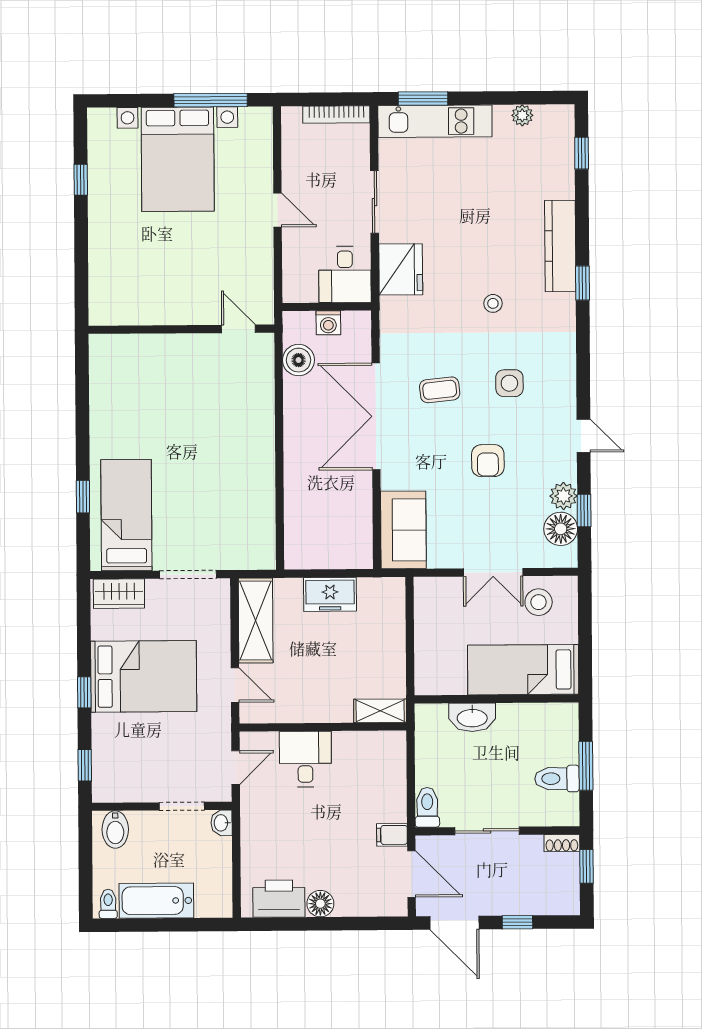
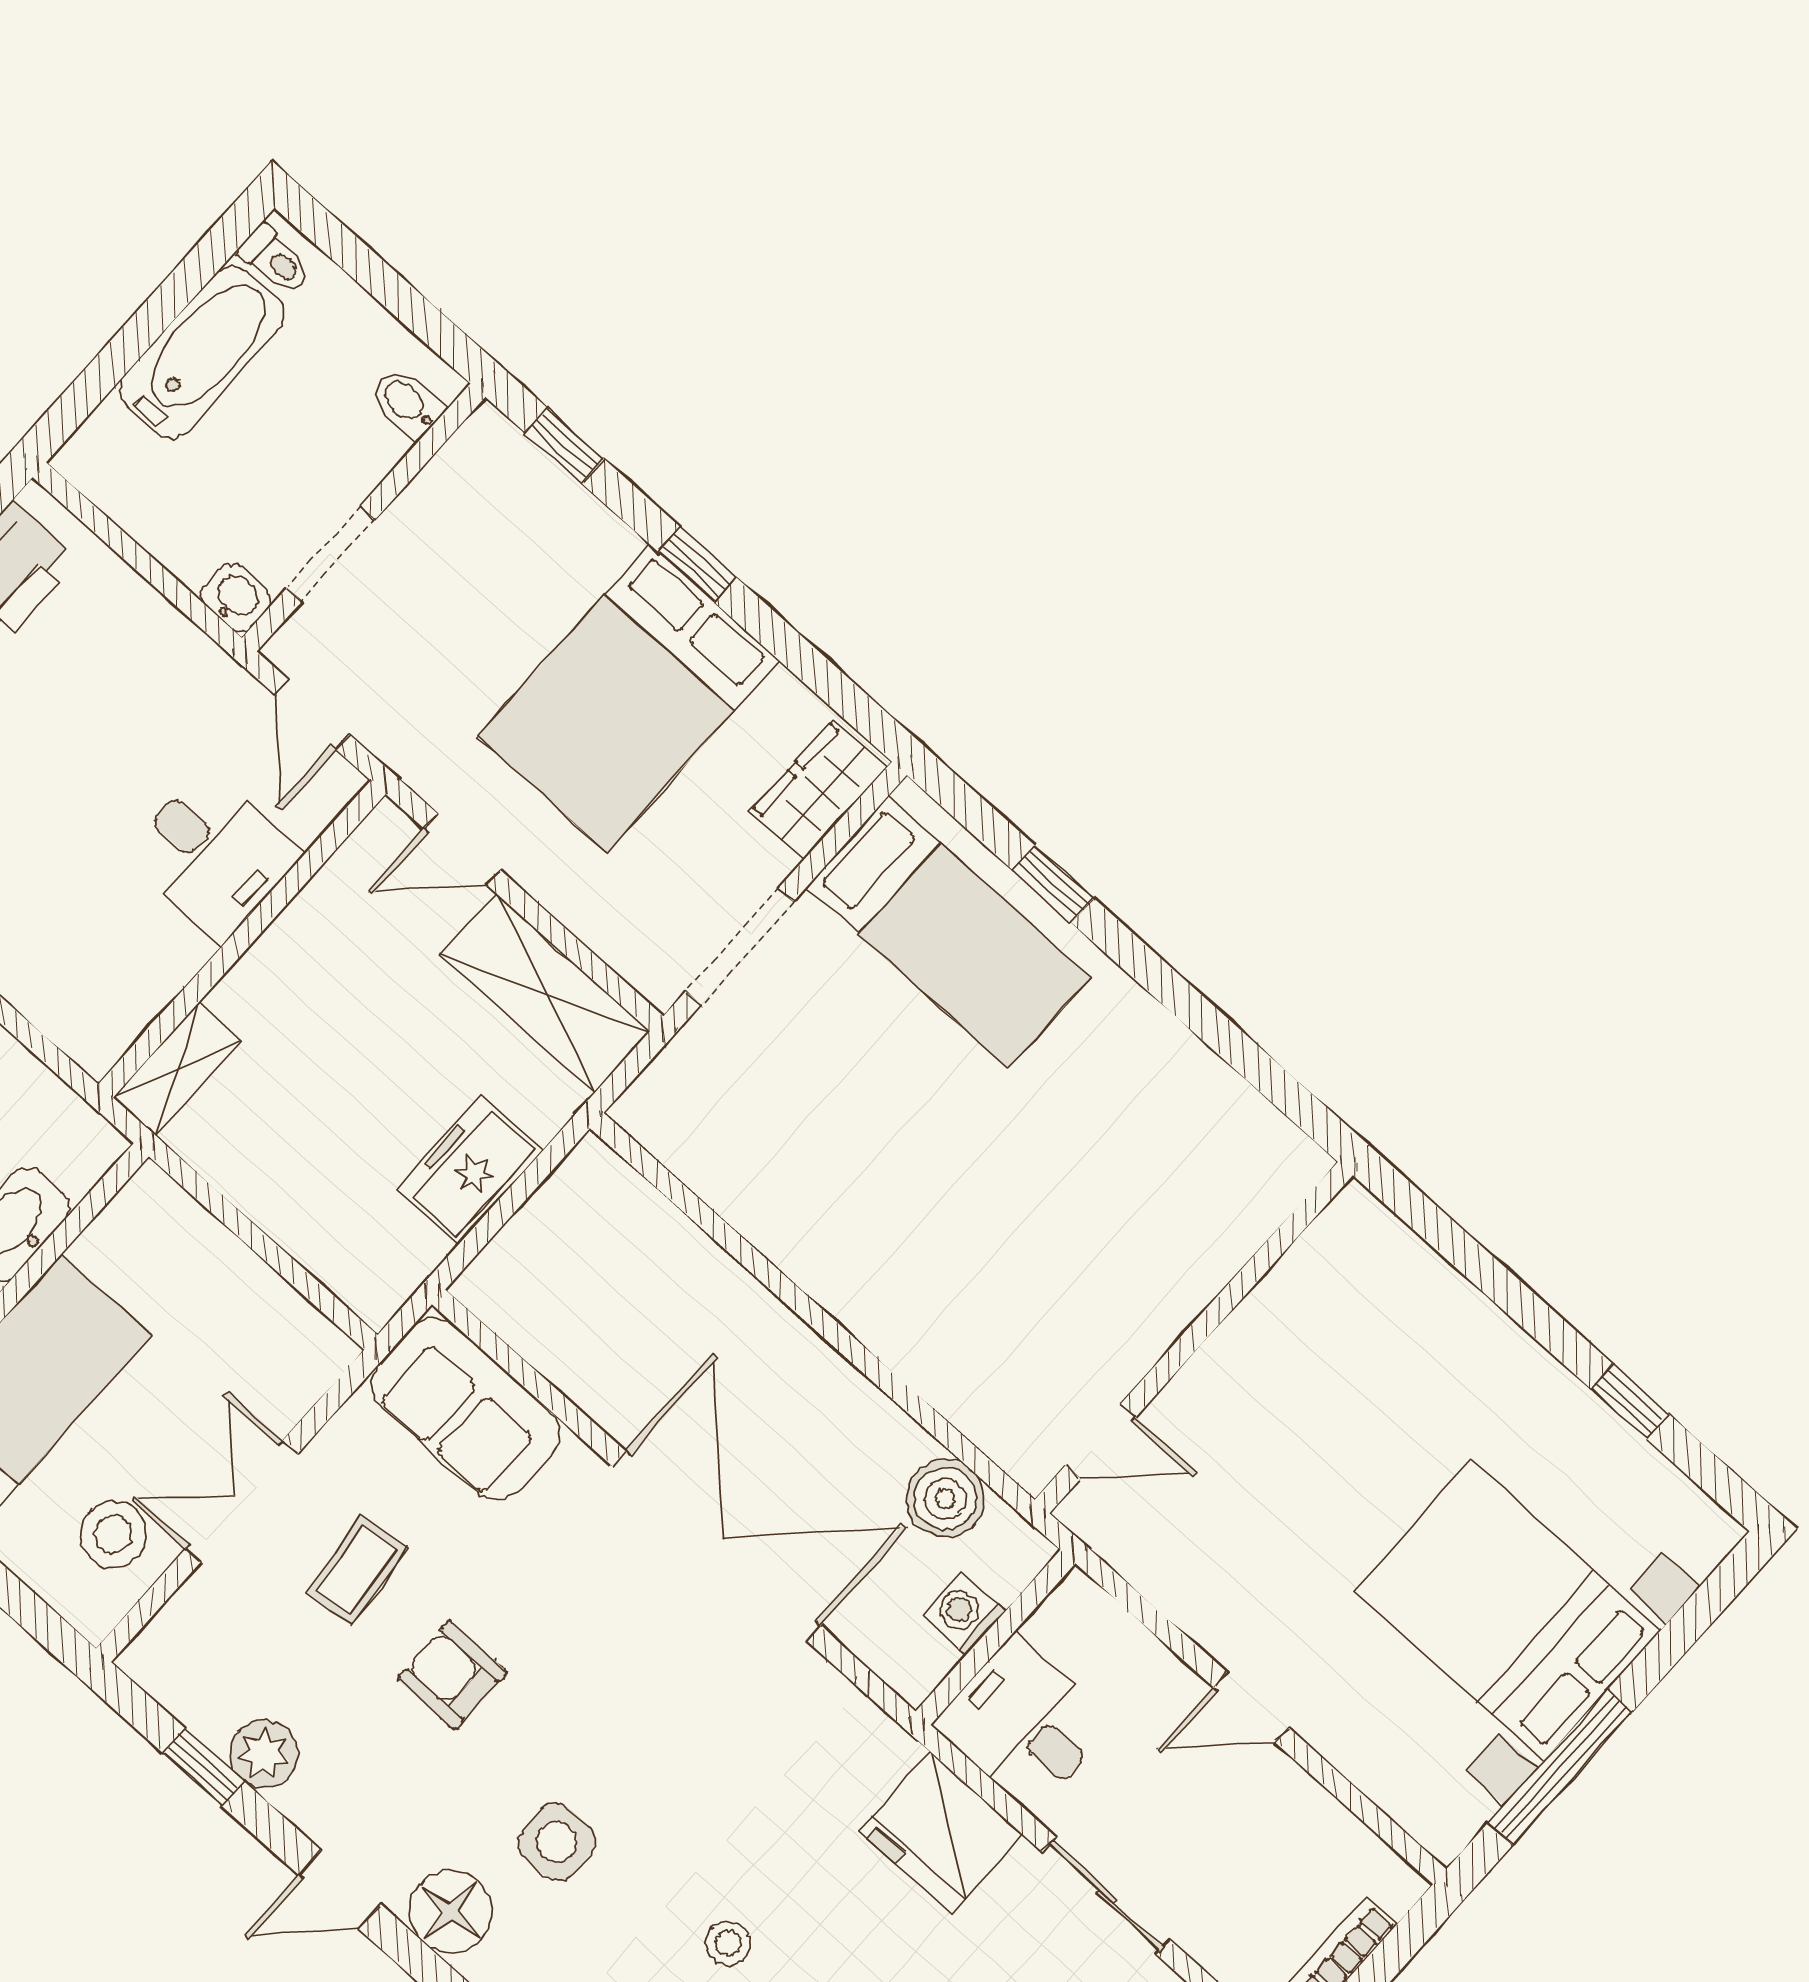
coffee table: (440, 390) -> (357, 1570), moved
floor lamp: (561, 529) -> (451, 1912), moved
bidet: (115, 830) -> (407, 403), width x0.72, depth x0.74

